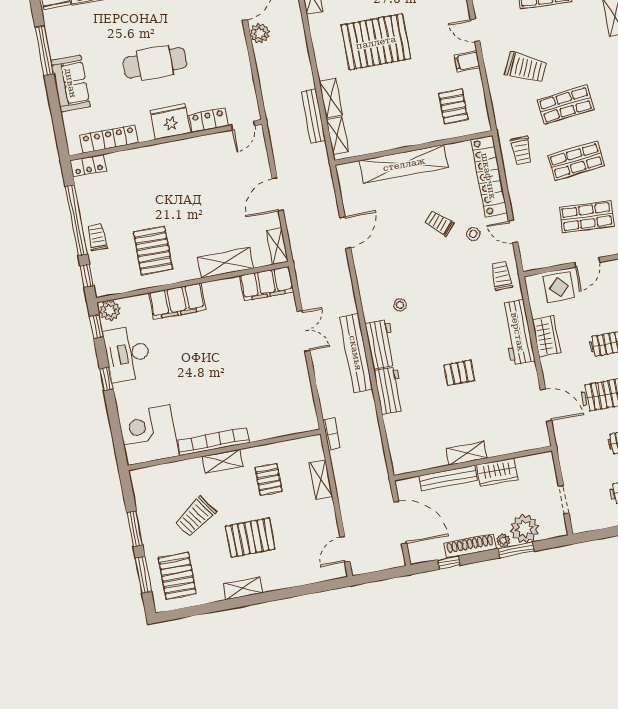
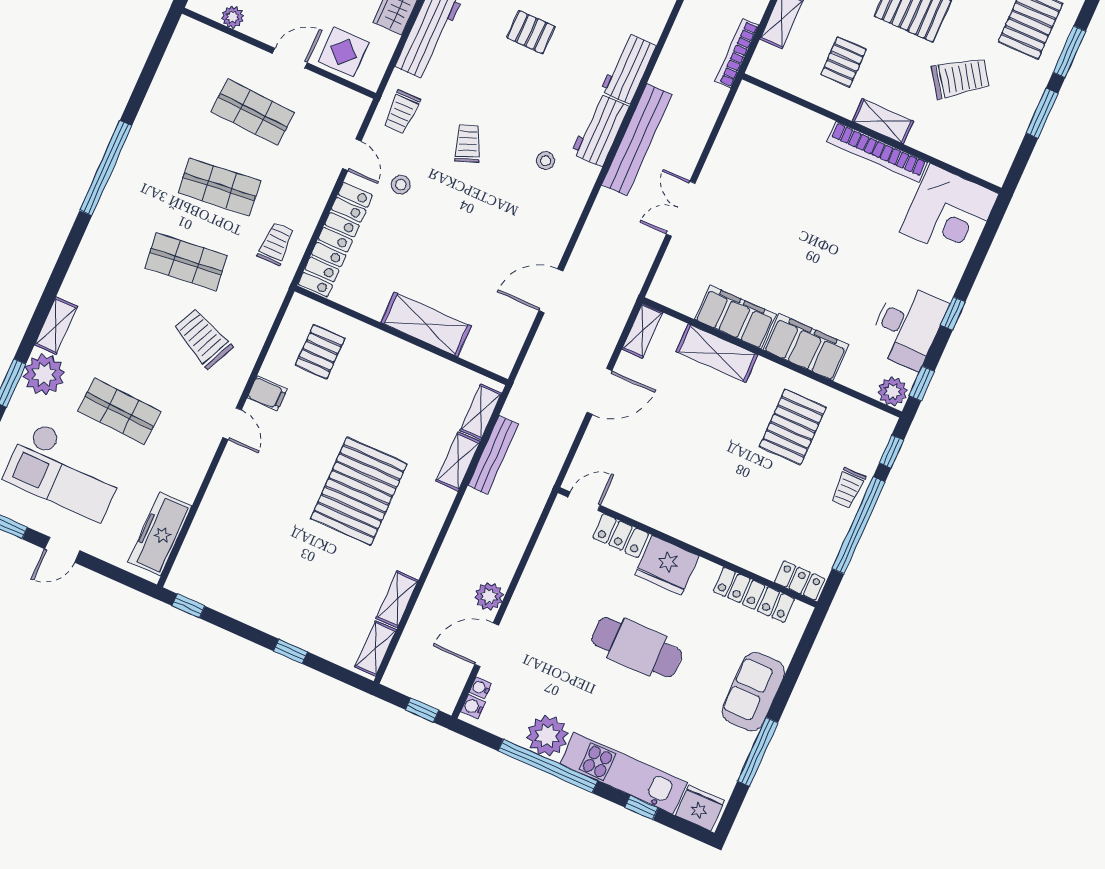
pallet: (376, 42) -> (359, 491), turned 90
shelving: (404, 164) -> (426, 324), width x0.68
trolley: (439, 223) -> (468, 144), moved, turned -153
filing cabinet: (267, 284) -> (735, 317), moved
bookcase: (331, 434) -> (737, 53), width x1.56

